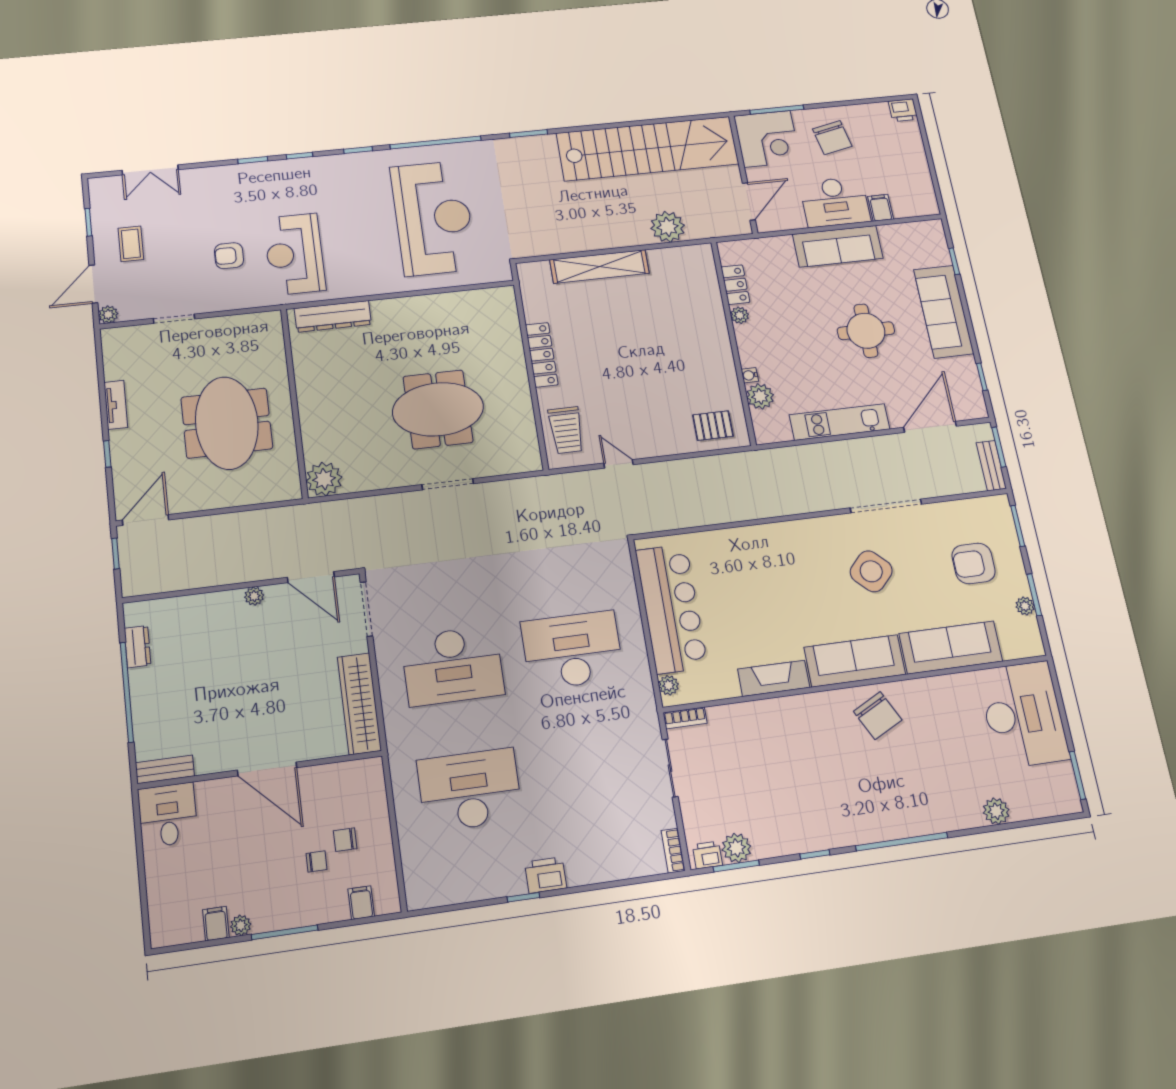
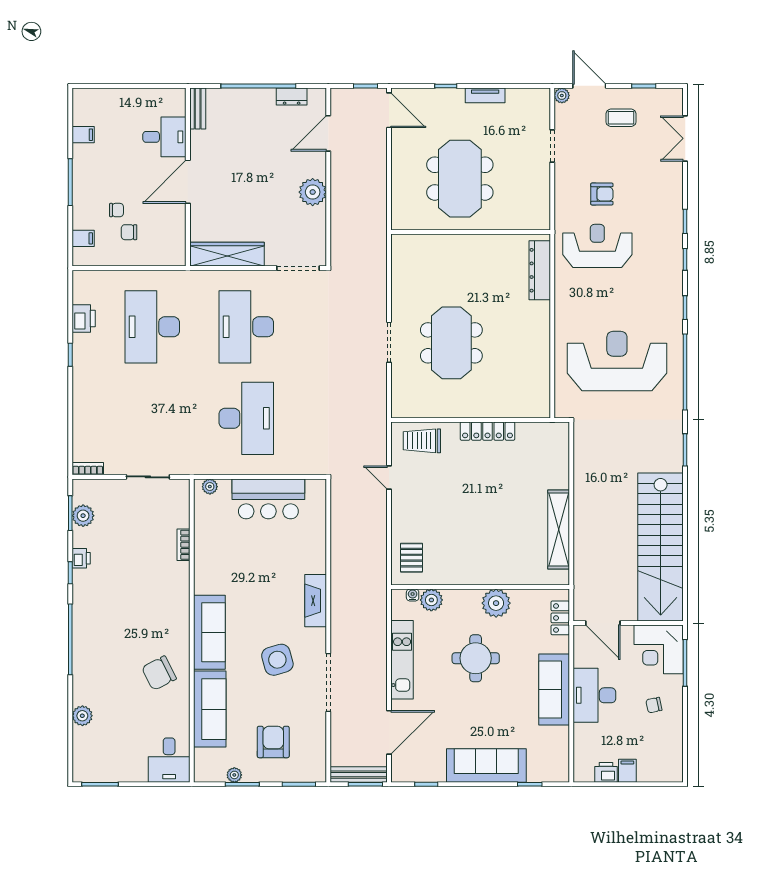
printer: (903, 110) -> (606, 772), moved, turned 90
chair: (832, 138) -> (654, 705), width x0.54, depth x0.54
filing cabinet: (881, 208) -> (627, 771), moved, turned -90
reception desk: (433, 218) -> (617, 361), turned 180
plant: (668, 227) -> (587, 551), removed
armchair: (229, 256) -> (602, 194), turned 90
shelving: (599, 266) -> (559, 530), moved
locker: (735, 285) -> (560, 618), moved, turned 90
plant: (740, 315) -> (496, 603), width x1.88, depth x1.88
round table: (866, 331) -> (476, 658), moved
water cooler: (750, 375) -> (413, 595), moved
meeting table: (227, 423) -> (460, 179), turned 90
door: (930, 427) -> (389, 732), hinge flipped
door: (618, 464) -> (389, 477), swing flipped
bench: (991, 466) -> (358, 775), width x1.36
plant: (324, 479) -> (405, 248), removed
side table: (871, 571) -> (277, 660), turned 30
door: (311, 577) -> (328, 133), moved
plant: (254, 596) -> (313, 192), width x1.88, depth x1.88
bar counter: (671, 609) -> (268, 499), width x0.73
fireplace: (774, 678) -> (316, 601), moved, turned 180
desk: (1023, 715) -> (169, 760), width x0.53, depth x0.77
chair: (878, 716) -> (159, 673), moved
bookcase: (685, 718) -> (183, 545), moved
desk: (470, 790) -> (152, 327), turned 180
desk: (168, 815) -> (164, 137), moved
chair: (345, 840) -> (129, 232), turned -90
printer: (707, 855) -> (81, 558), moved
chair: (317, 861) -> (116, 210), turned -90
printer: (546, 875) -> (84, 318), moved
plant: (241, 925) -> (79, 152), removed

